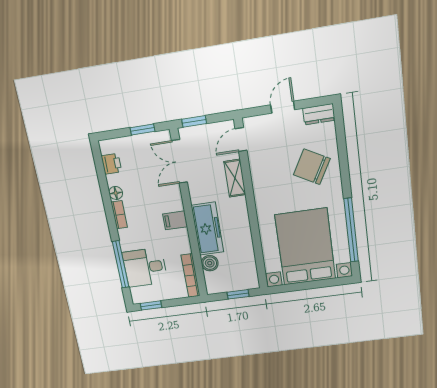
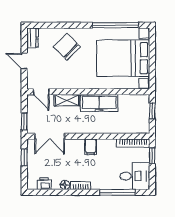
chair: (312, 167) -> (67, 47), turned 106
freezer: (207, 229) -> (99, 103), moved, turned 180
boiler: (210, 263) -> (126, 128), removed
desk: (145, 267) -> (135, 176), moved, turned -90
window: (151, 305) -> (152, 156), moved

